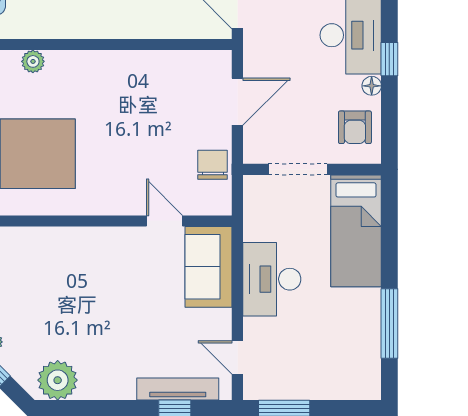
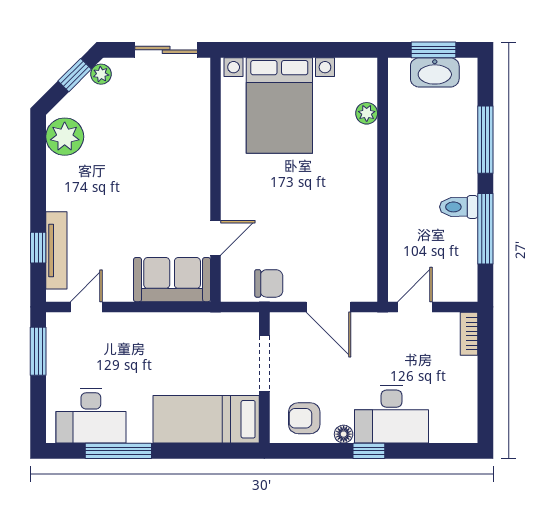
desk: (272, 279) -> (91, 416), moved, turned 180

